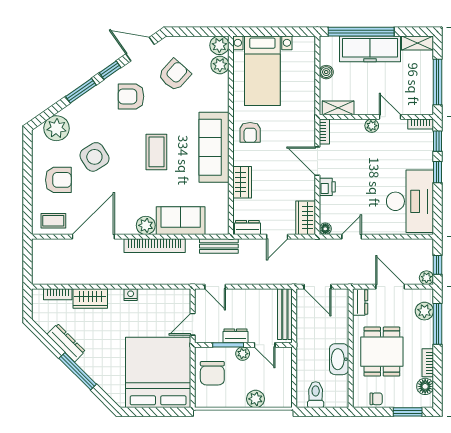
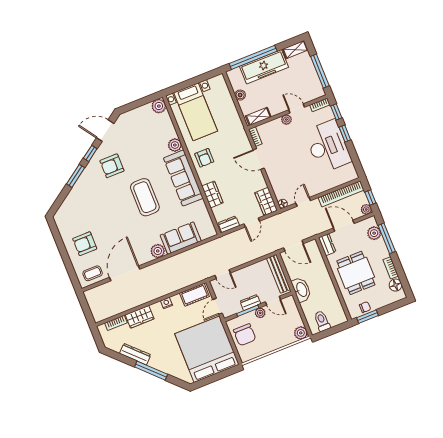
plant: (220, 65) -> (175, 145), moved
armchair: (174, 75) -> (136, 139), removed
plant: (56, 128) -> (69, 208), removed
coffee table: (156, 152) -> (145, 197), width x1.36, depth x1.32
side table: (94, 157) -> (103, 218), removed
armchair: (58, 180) -> (85, 244), turned 180
printer: (327, 187) -> (273, 174), removed
desk: (410, 201) -> (328, 146), moved
bookcase: (155, 246) -> (341, 194), moved
bench: (219, 246) -> (214, 245), removed
cot: (170, 298) -> (194, 295), added
washbasin: (339, 359) -> (301, 290), moved, turned 180
plant: (256, 399) -> (301, 333), moved
window: (408, 412) -> (367, 317), moved

